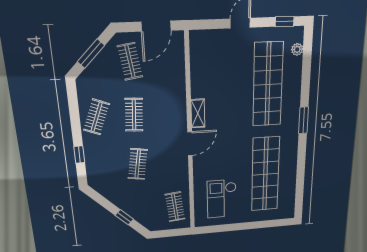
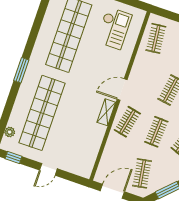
clothes rail: (171, 113) -> (127, 122), added

